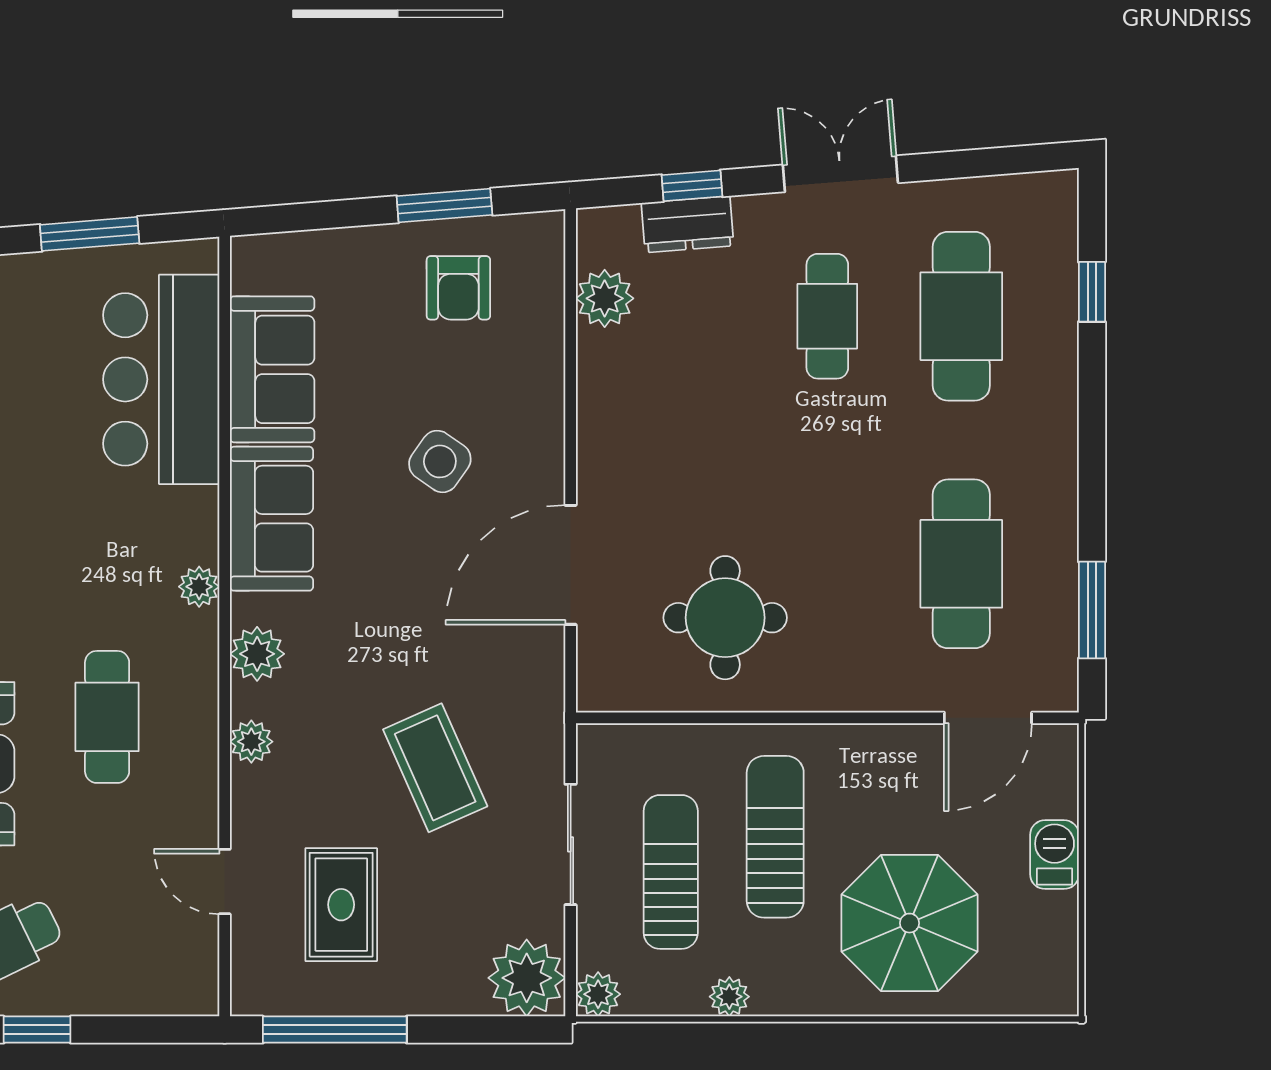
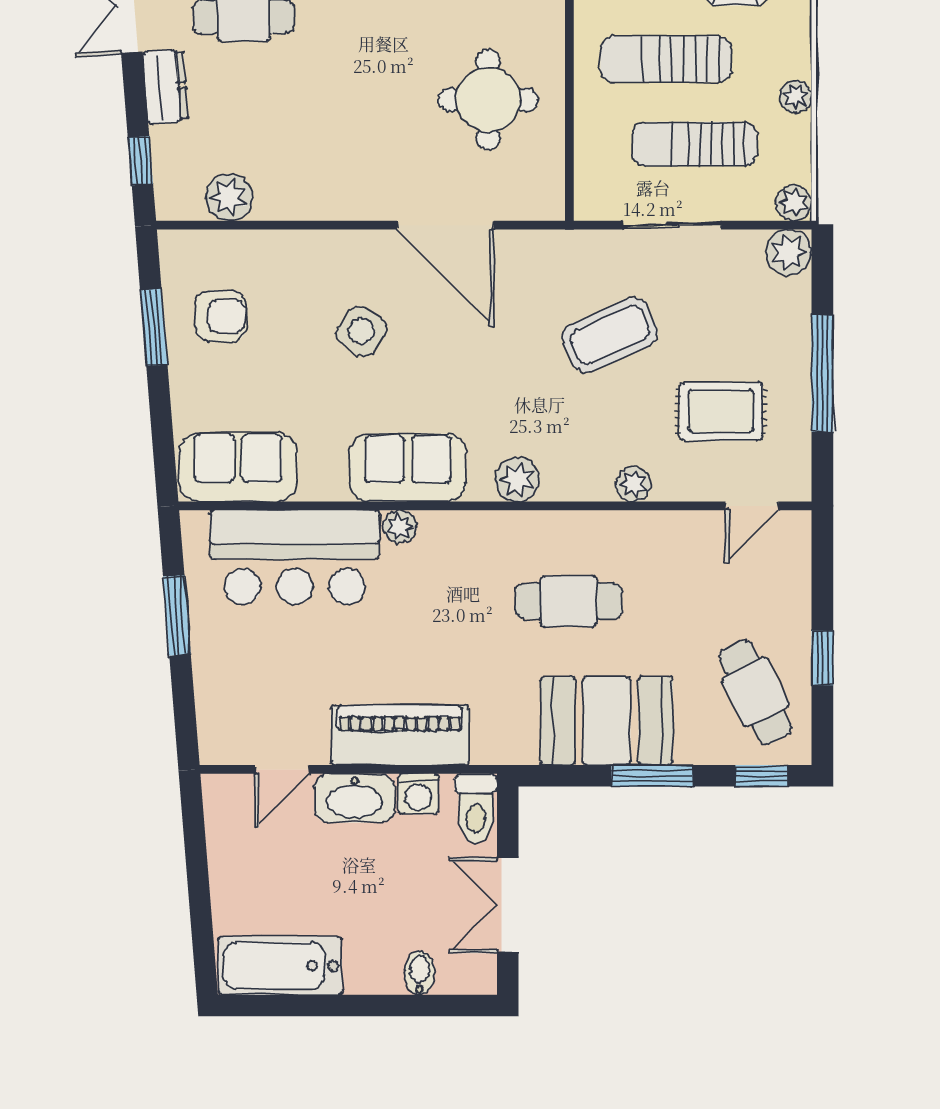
window: (692, 186) -> (140, 161), moved
dresser: (688, 224) -> (166, 87), moved
sofa: (272, 369) -> (238, 467), moved
plant: (199, 587) -> (400, 527), moved
plant: (251, 742) -> (633, 484), moved
door: (225, 882) -> (752, 506), moved
plant: (527, 978) -> (789, 252), width x0.73, depth x0.73
window: (335, 1030) -> (822, 373), moved

